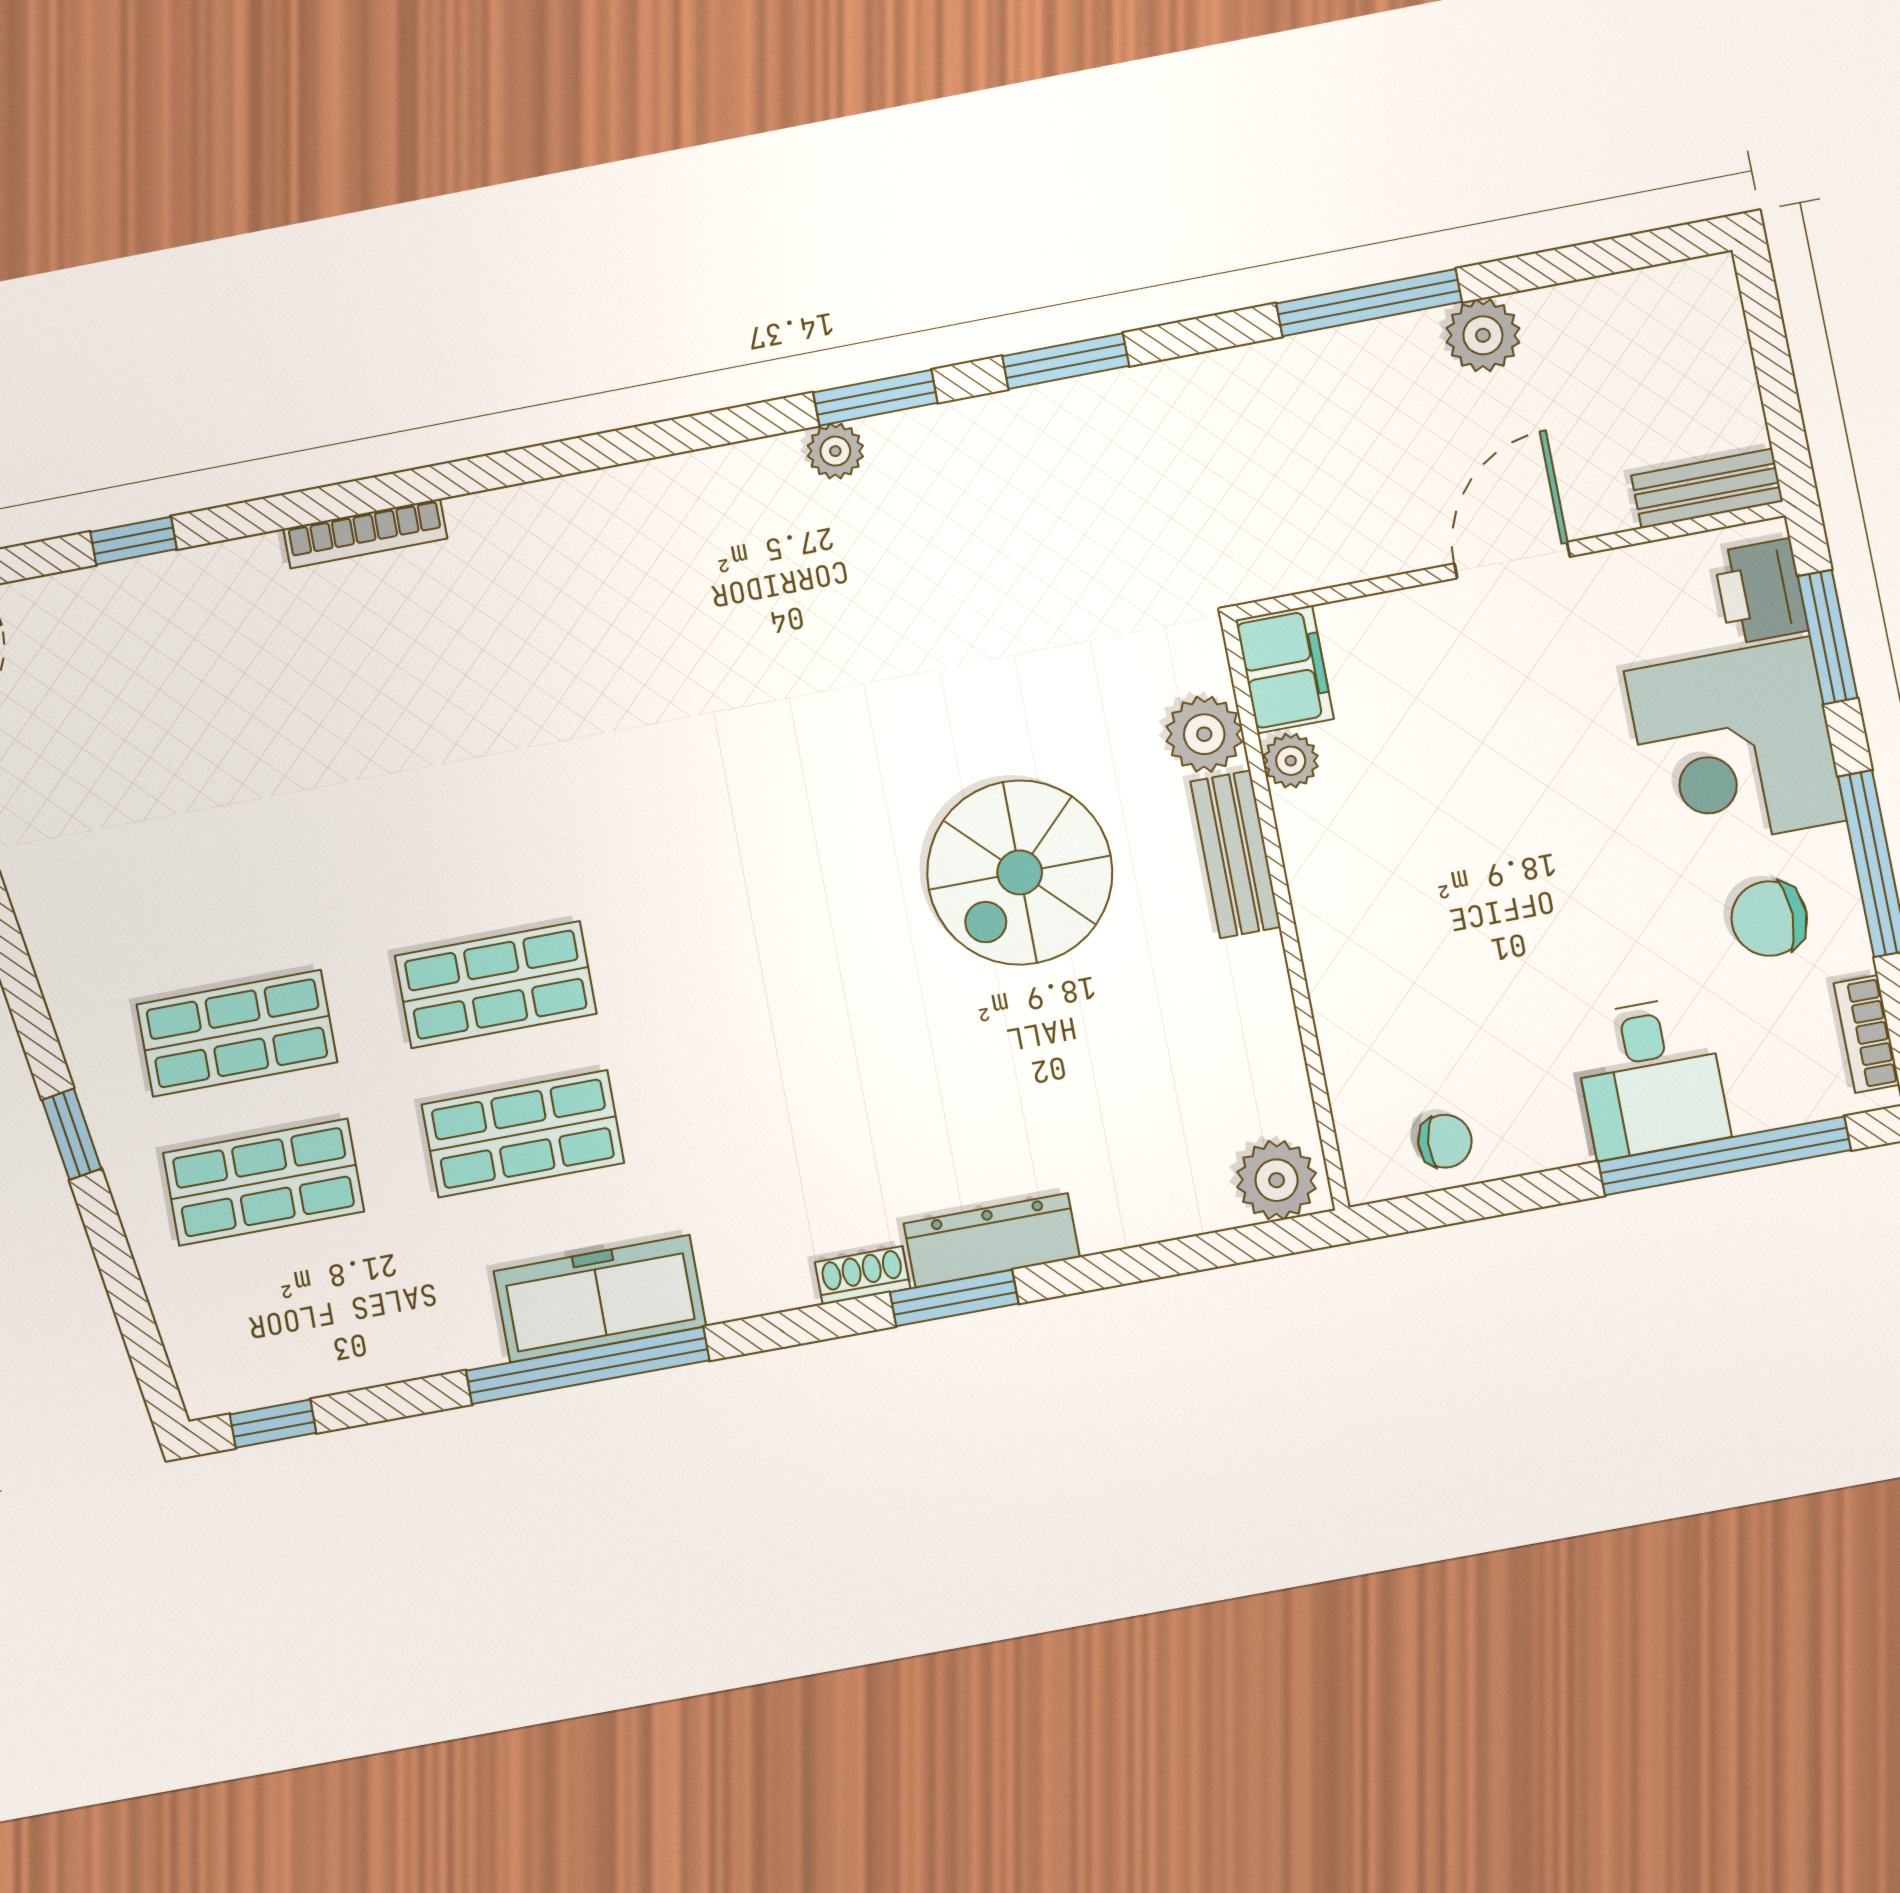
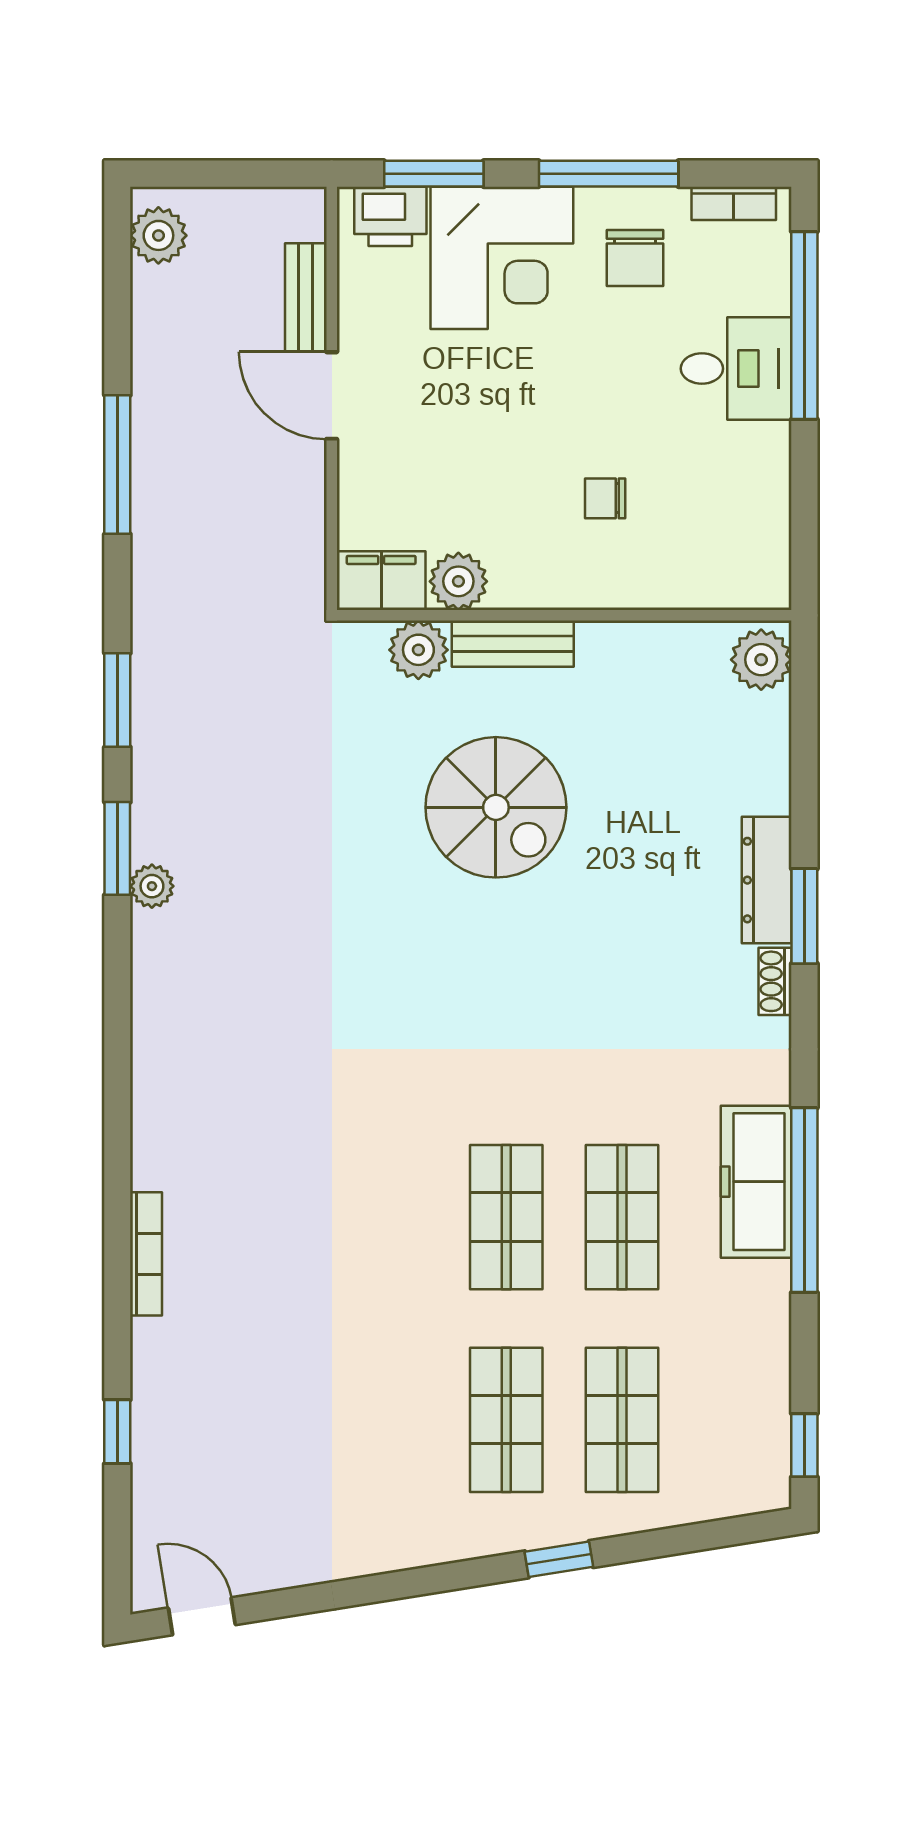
plant: (1483, 335) -> (158, 235), moved
bench: (1707, 489) -> (306, 297), moved
plant: (1291, 761) -> (458, 581), width x1.38, depth x1.38
chair: (1445, 1141) -> (605, 498), moved, turned -95

